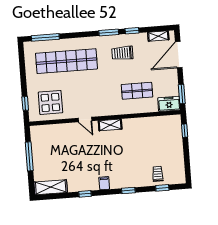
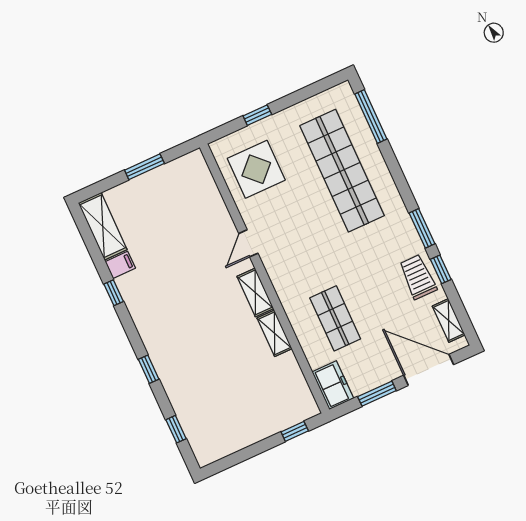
trolley: (122, 53) -> (418, 277), moved
window: (182, 94) -> (377, 394), moved
window: (25, 103) -> (257, 115), moved
shelving: (133, 123) -> (275, 333), added
window: (29, 156) -> (144, 167), width x0.69
trolley: (158, 174) -> (198, 411), removed
filing cabinet: (104, 183) -> (120, 265), moved

